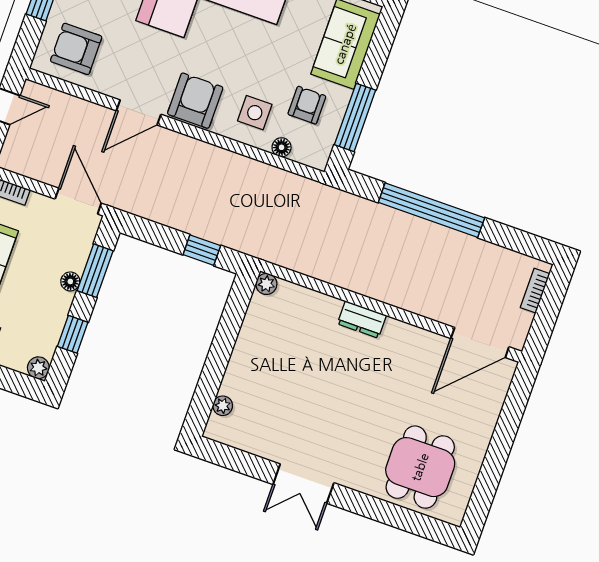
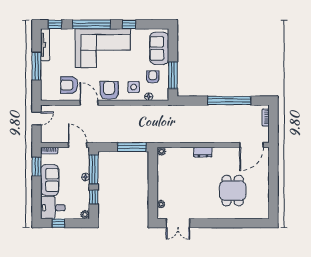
armchair: (76, 49) -> (69, 85), moved
door: (139, 113) -> (89, 103), swing flipped
window: (431, 210) -> (229, 101), moved
window: (202, 250) -> (132, 147), width x2.17
window: (95, 271) -> (94, 169), width x1.44
dining table: (420, 467) -> (233, 191), moved
double door: (303, 484) -> (178, 223), moved

